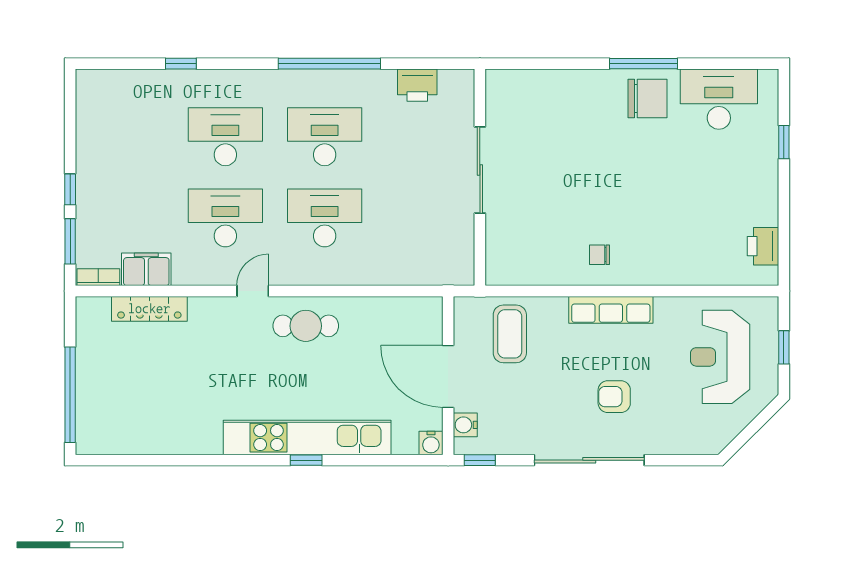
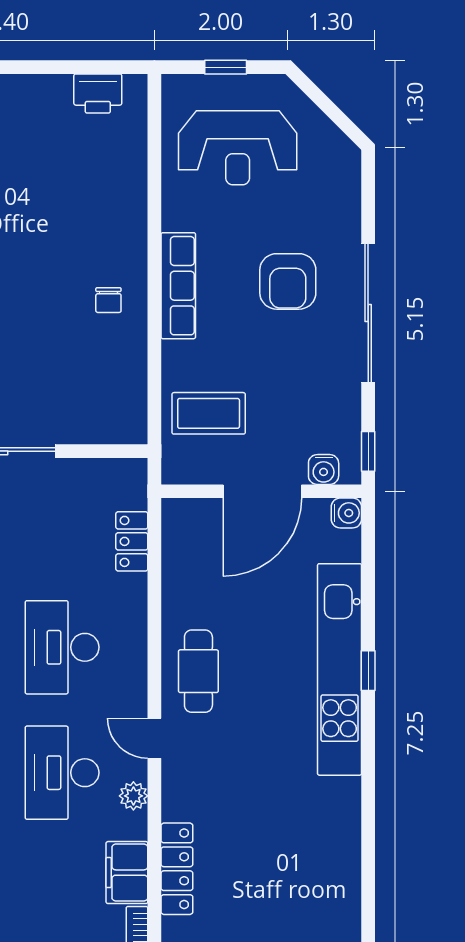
locker: (408, 273) -> (132, 541), added
plant: (207, 274) -> (133, 796), added
armchair: (614, 397) -> (288, 281), width x1.38, depth x1.38

